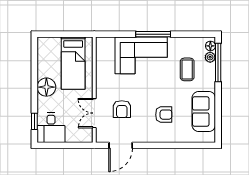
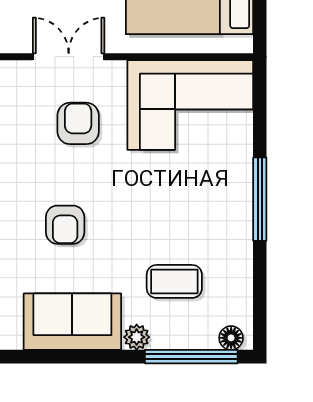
corner sofa: (141, 55) -> (190, 105), moved, turned -90
plant: (210, 57) -> (137, 337), moved
armchair: (122, 109) -> (78, 123), turned 90

